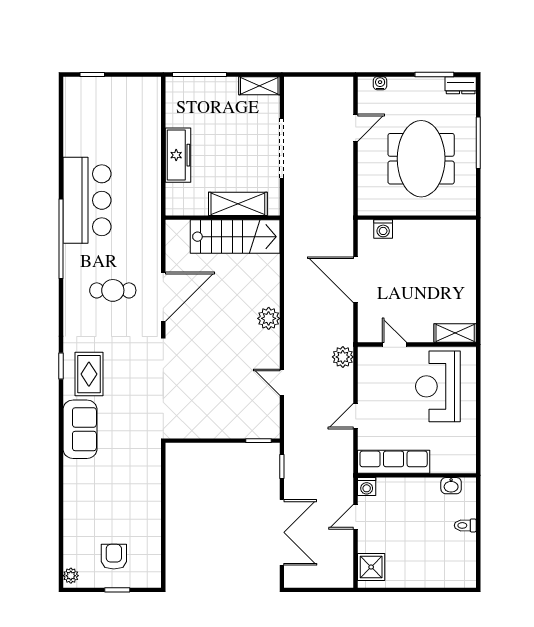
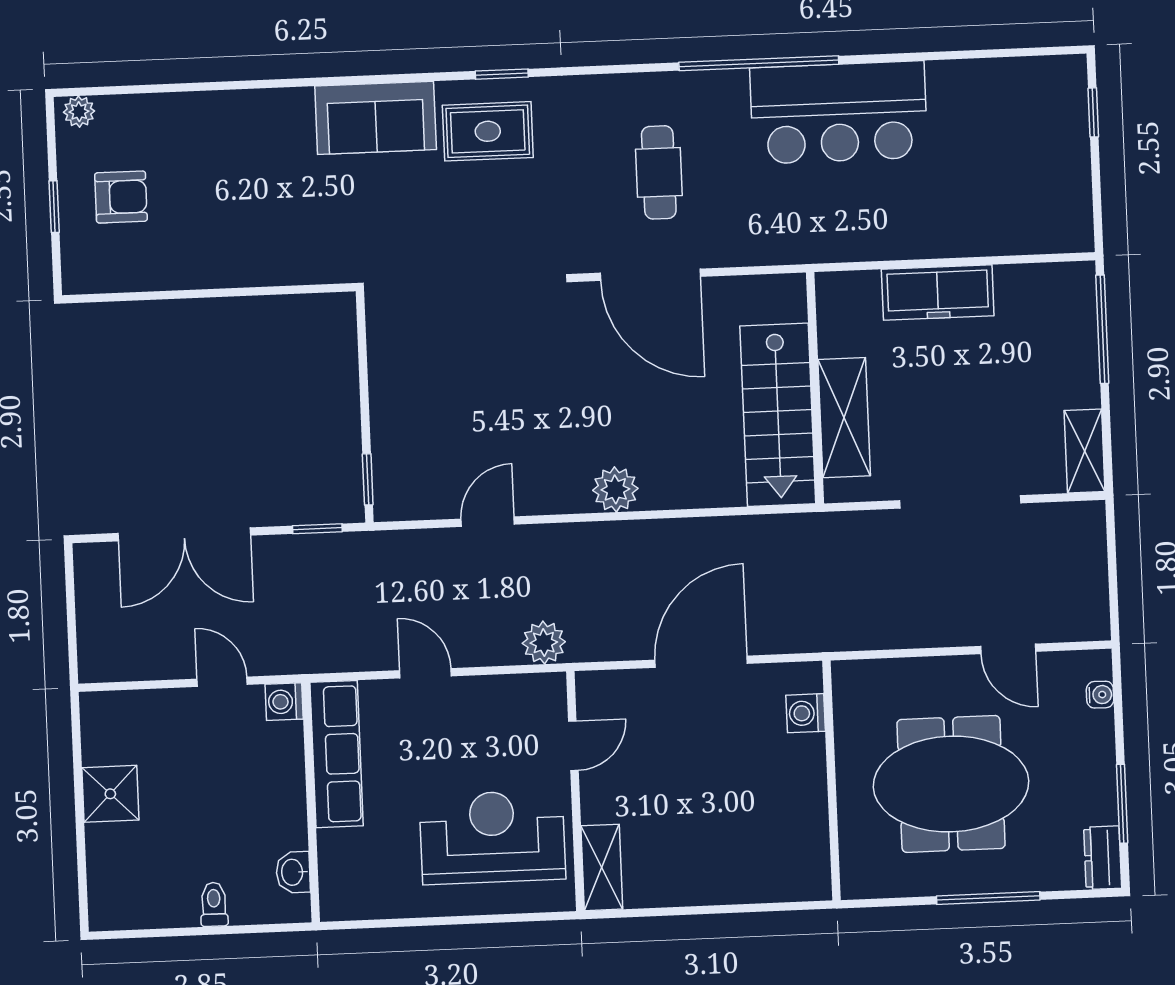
shower: (371, 567) -> (110, 794), moved

